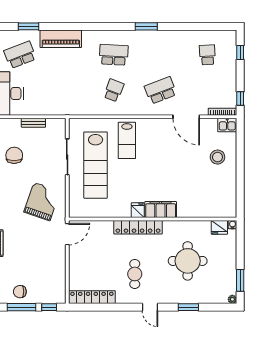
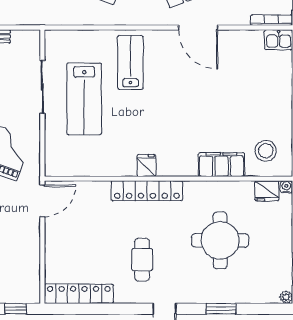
door: (186, 117) -> (198, 28), moved
lab bench: (127, 140) -> (130, 63), turned 180
stool: (217, 157) -> (266, 151), moved
lab bench: (96, 165) -> (84, 99), width x0.73
filing cabinet: (161, 210) -> (222, 165), moved

